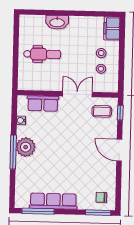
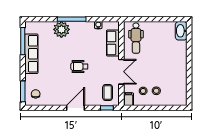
washbasin: (57, 22) -> (181, 31), moved
filing cabinet: (112, 28) -> (129, 99), moved, width x0.50
dental chair: (42, 54) -> (136, 38), moved
wheelchair: (70, 144) -> (79, 67), added
plant: (26, 147) -> (61, 29), moved

